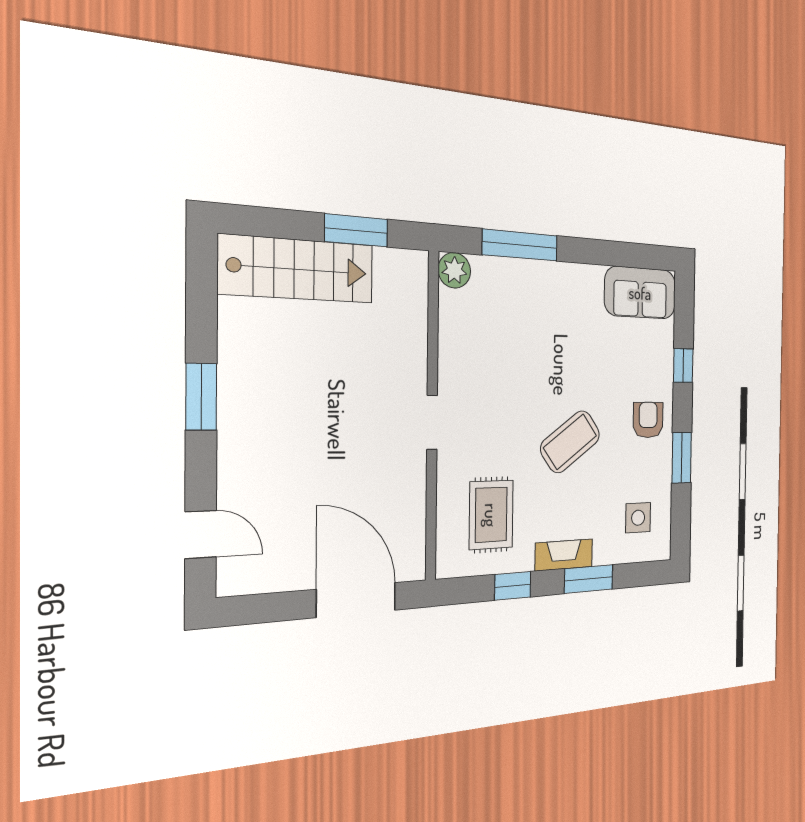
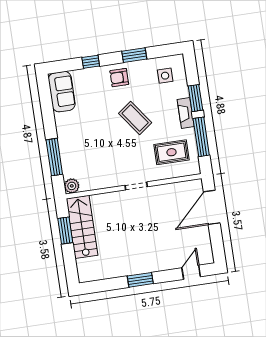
stairs: (297, 269) -> (82, 227), moved
window: (513, 586) -> (201, 137), width x2.17

